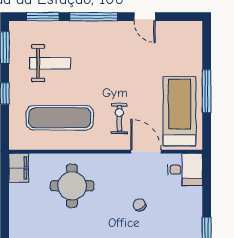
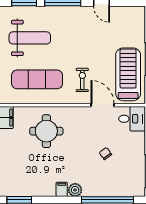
weight bench: (50, 63) -> (30, 38), width x1.36, depth x1.33
chair: (139, 205) -> (105, 154), moved

